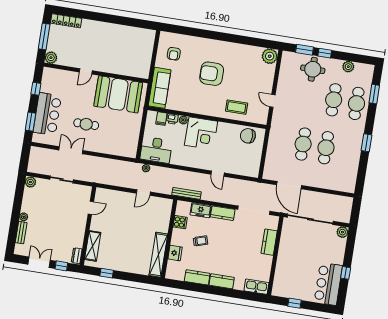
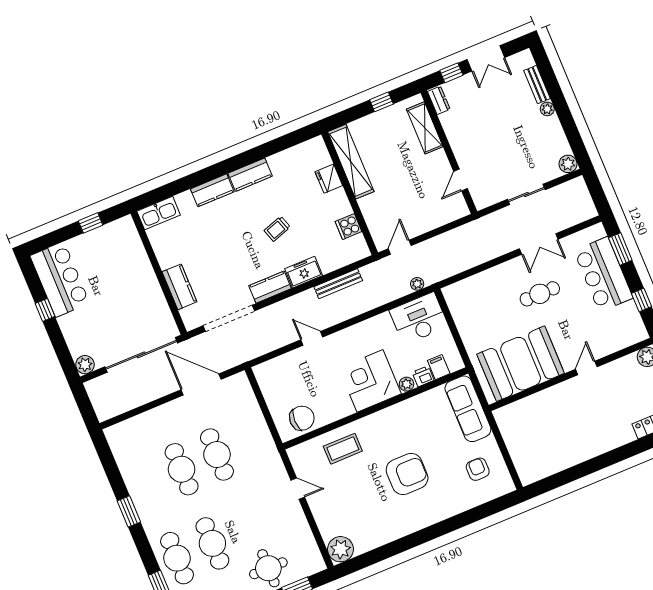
cooker: (180, 222) -> (348, 227), moved
wall: (169, 239) -> (350, 193), moved
fridge: (175, 253) -> (329, 179), moved
shelving: (158, 255) -> (351, 162), moved

